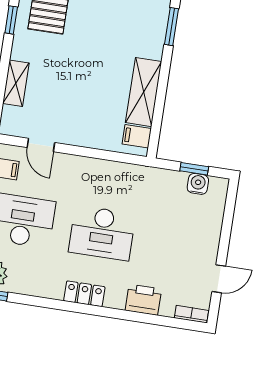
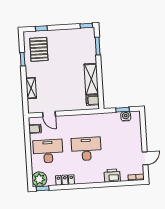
desk: (102, 233) -> (86, 149), turned 180
locker: (84, 294) -> (65, 180), moved

